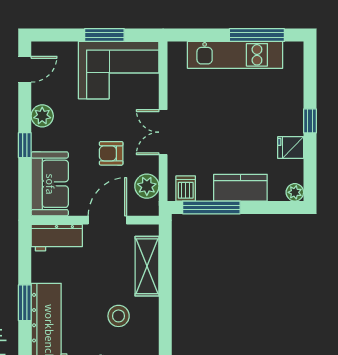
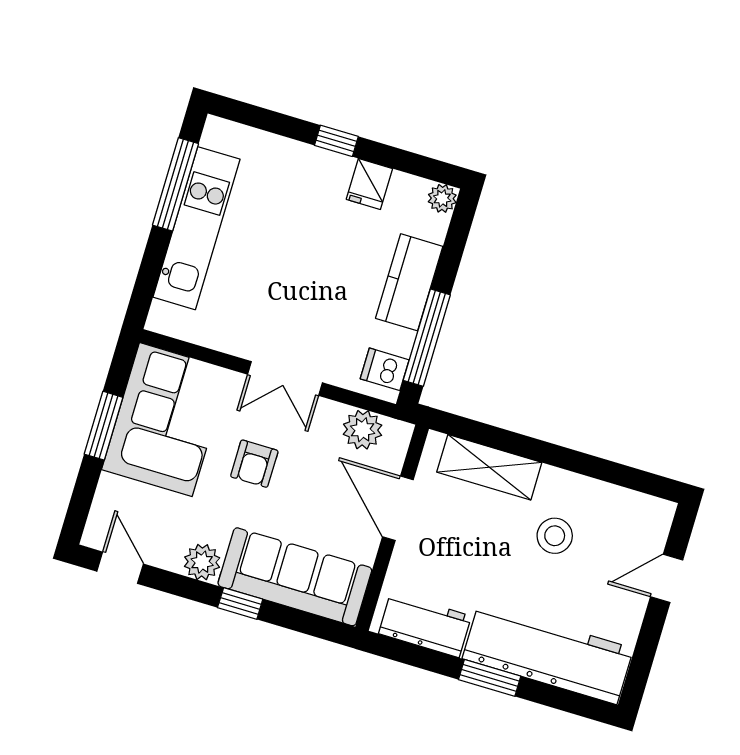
armchair: (111, 153) -> (254, 464), moved
sofa: (50, 184) -> (295, 577), width x1.36
workbench: (57, 238) -> (425, 625), moved, turned -90

